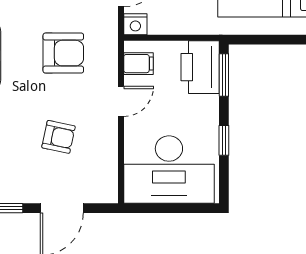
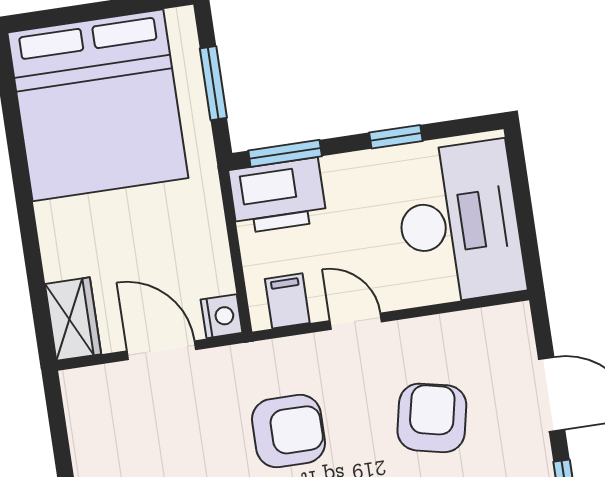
window: (271, 40) -> (213, 83), added
armchair: (63, 53) -> (289, 431), turned 90
armchair: (59, 137) -> (432, 418), width x1.38, depth x1.38

